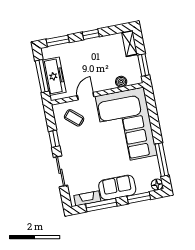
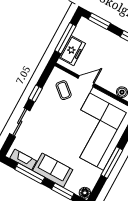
freezer: (54, 76) -> (72, 51), width x0.71
window: (162, 160) -> (112, 162), moved

